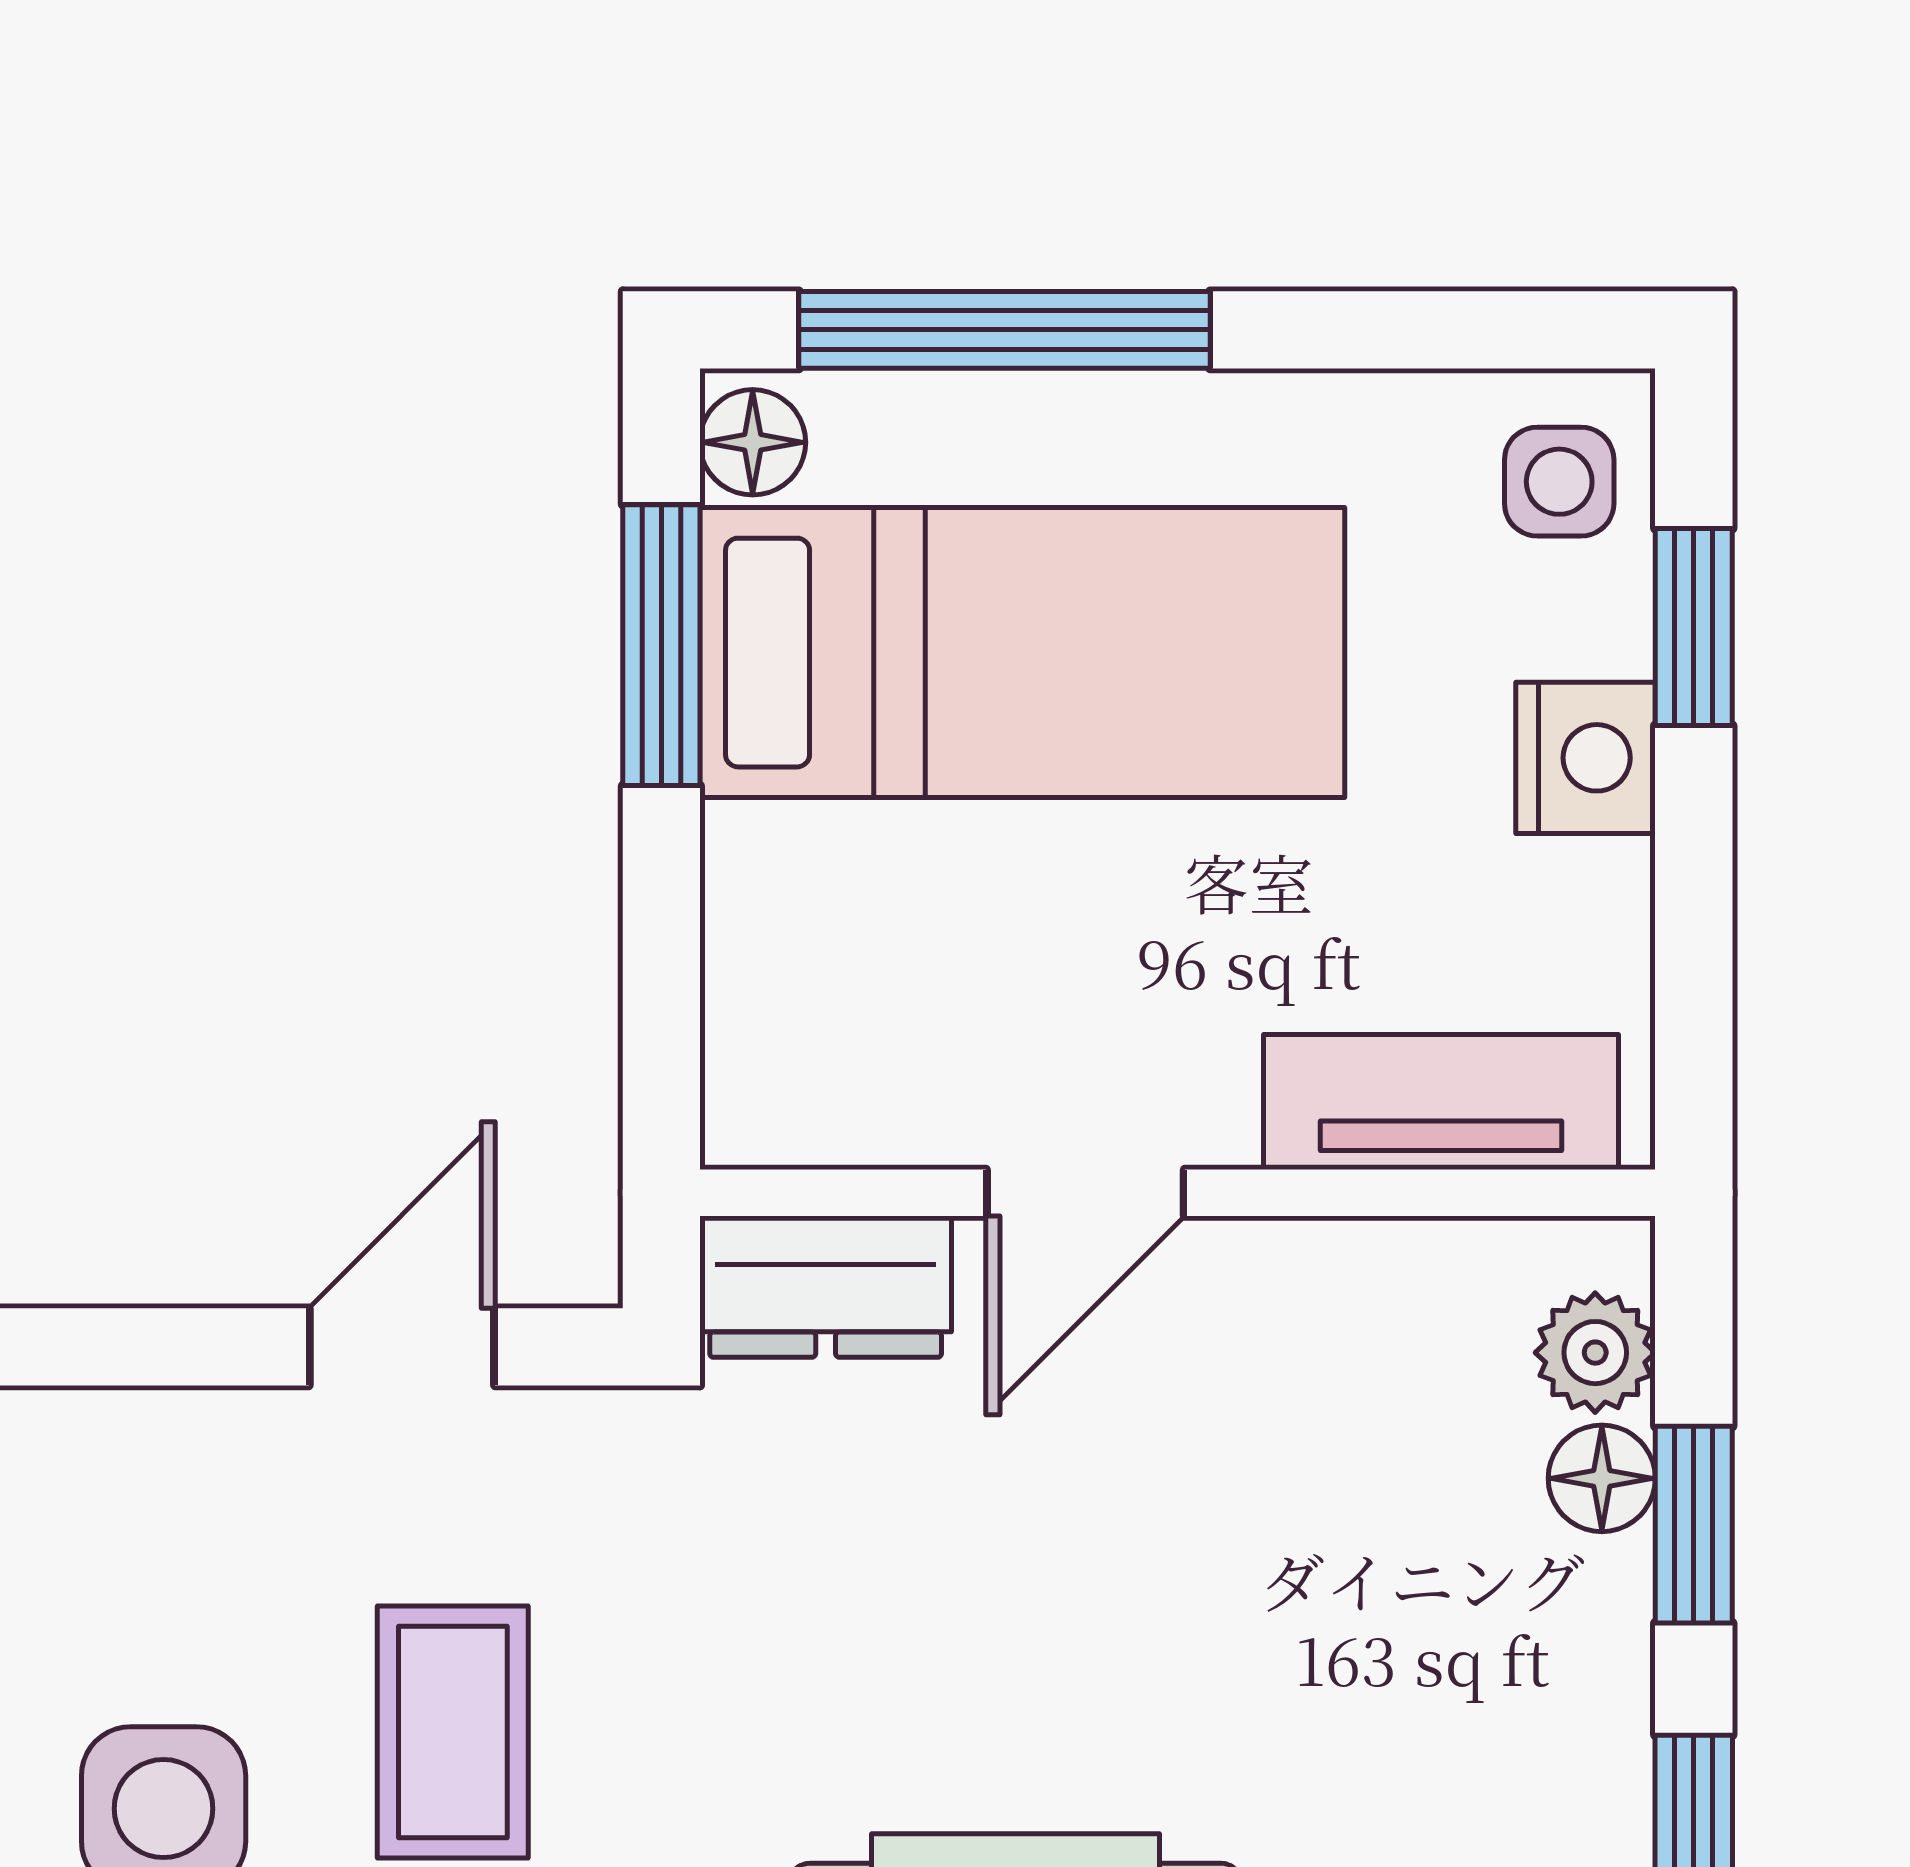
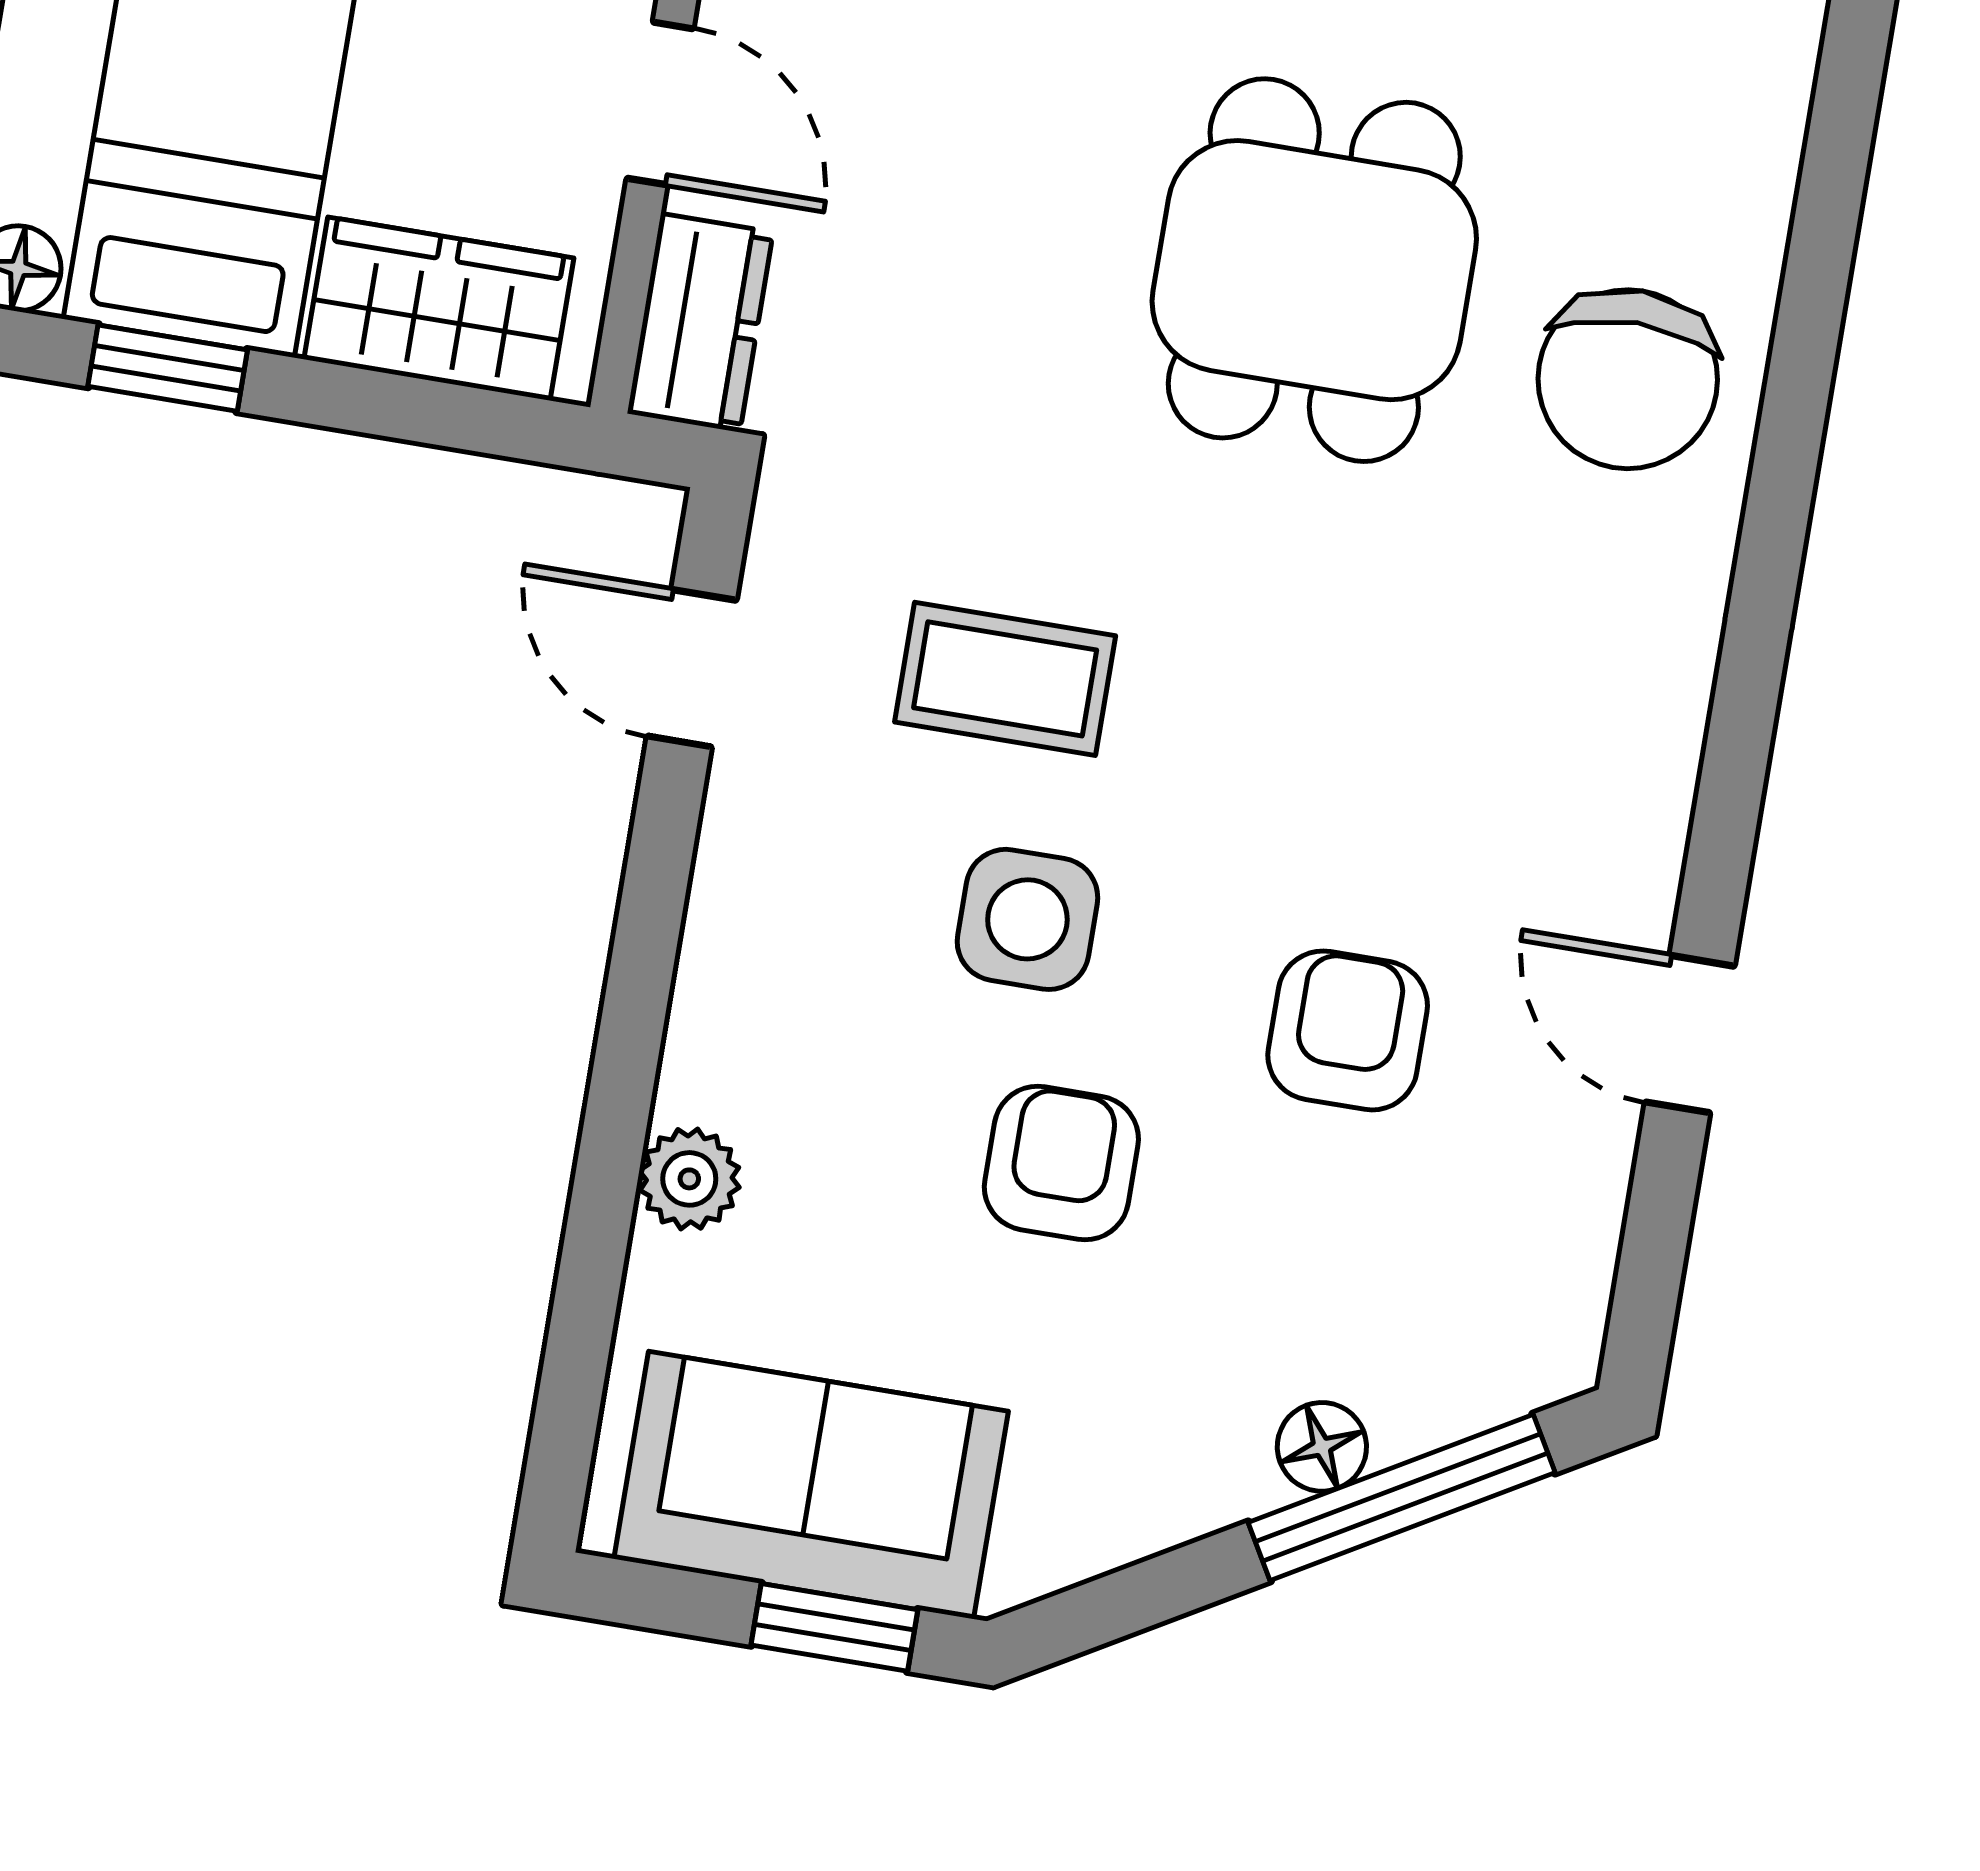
window: (661, 645) -> (168, 368), width x0.67
wardrobe: (789, 964) -> (439, 309), added

